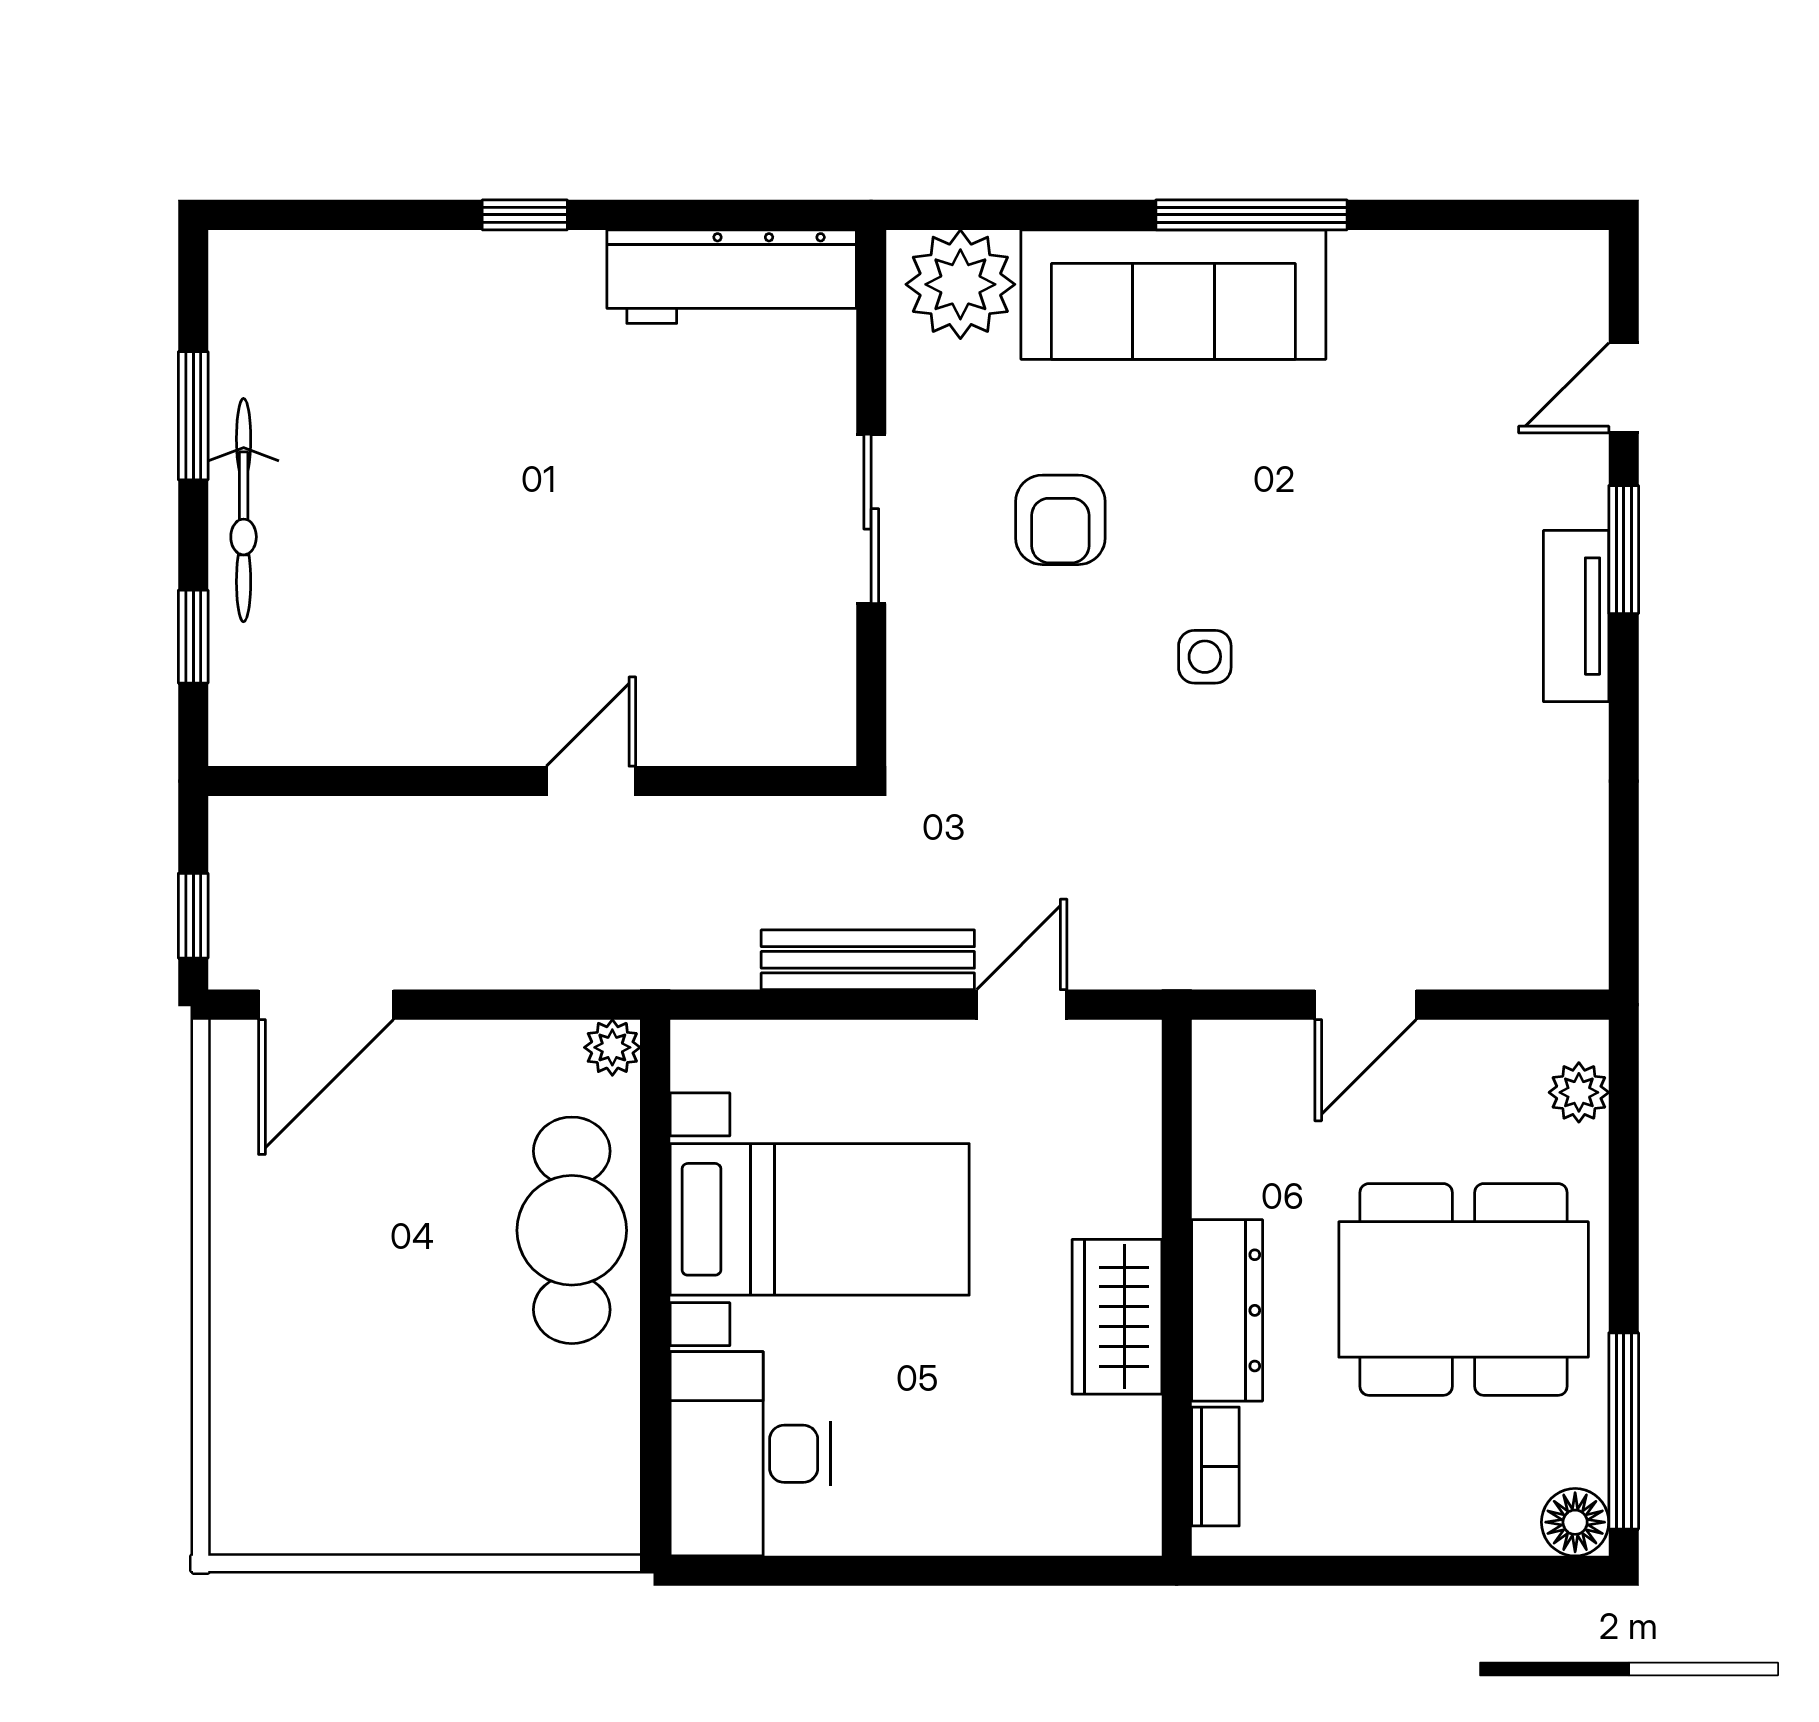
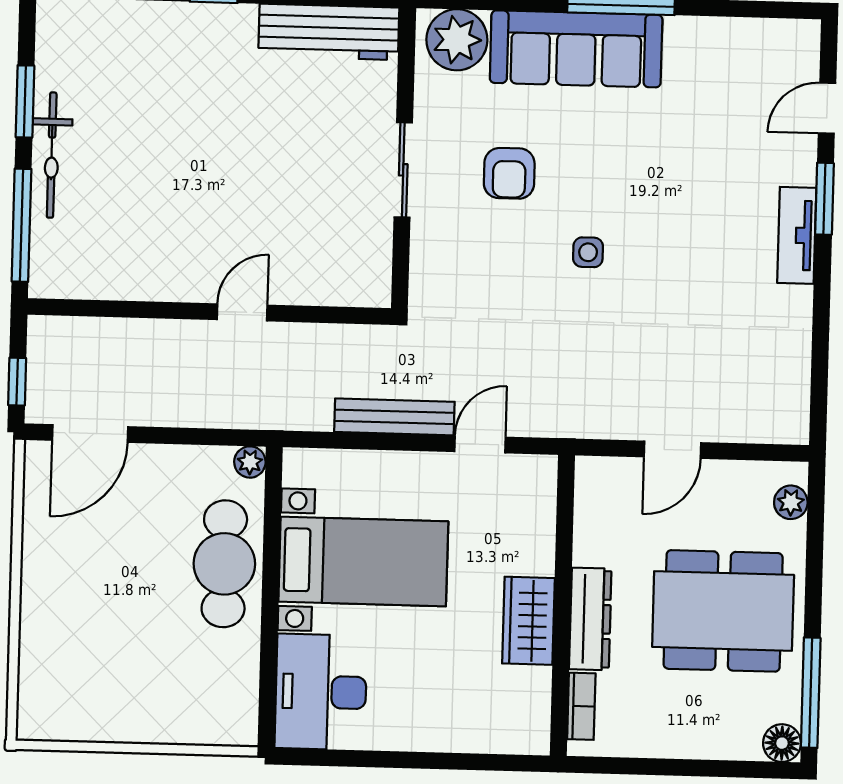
window: (193, 637) -> (21, 225), width x2.17

